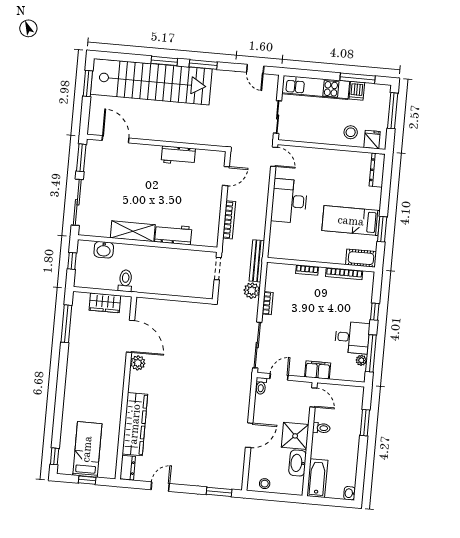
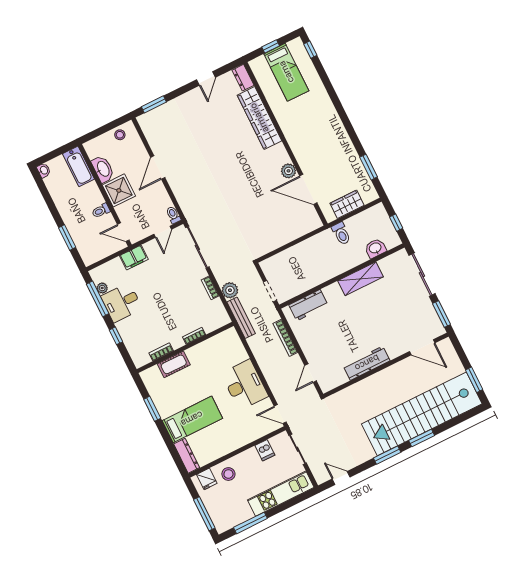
dishwasher: (357, 91) -> (265, 450), moved, turned 180
workbench: (178, 156) -> (367, 363), width x1.38
bed: (351, 221) -> (192, 419), moved
workbench: (173, 234) -> (308, 305), moved
cot: (361, 258) -> (174, 364), moved
bookcase: (344, 274) -> (161, 352), width x0.64
window: (66, 324) -> (369, 167), width x0.69

